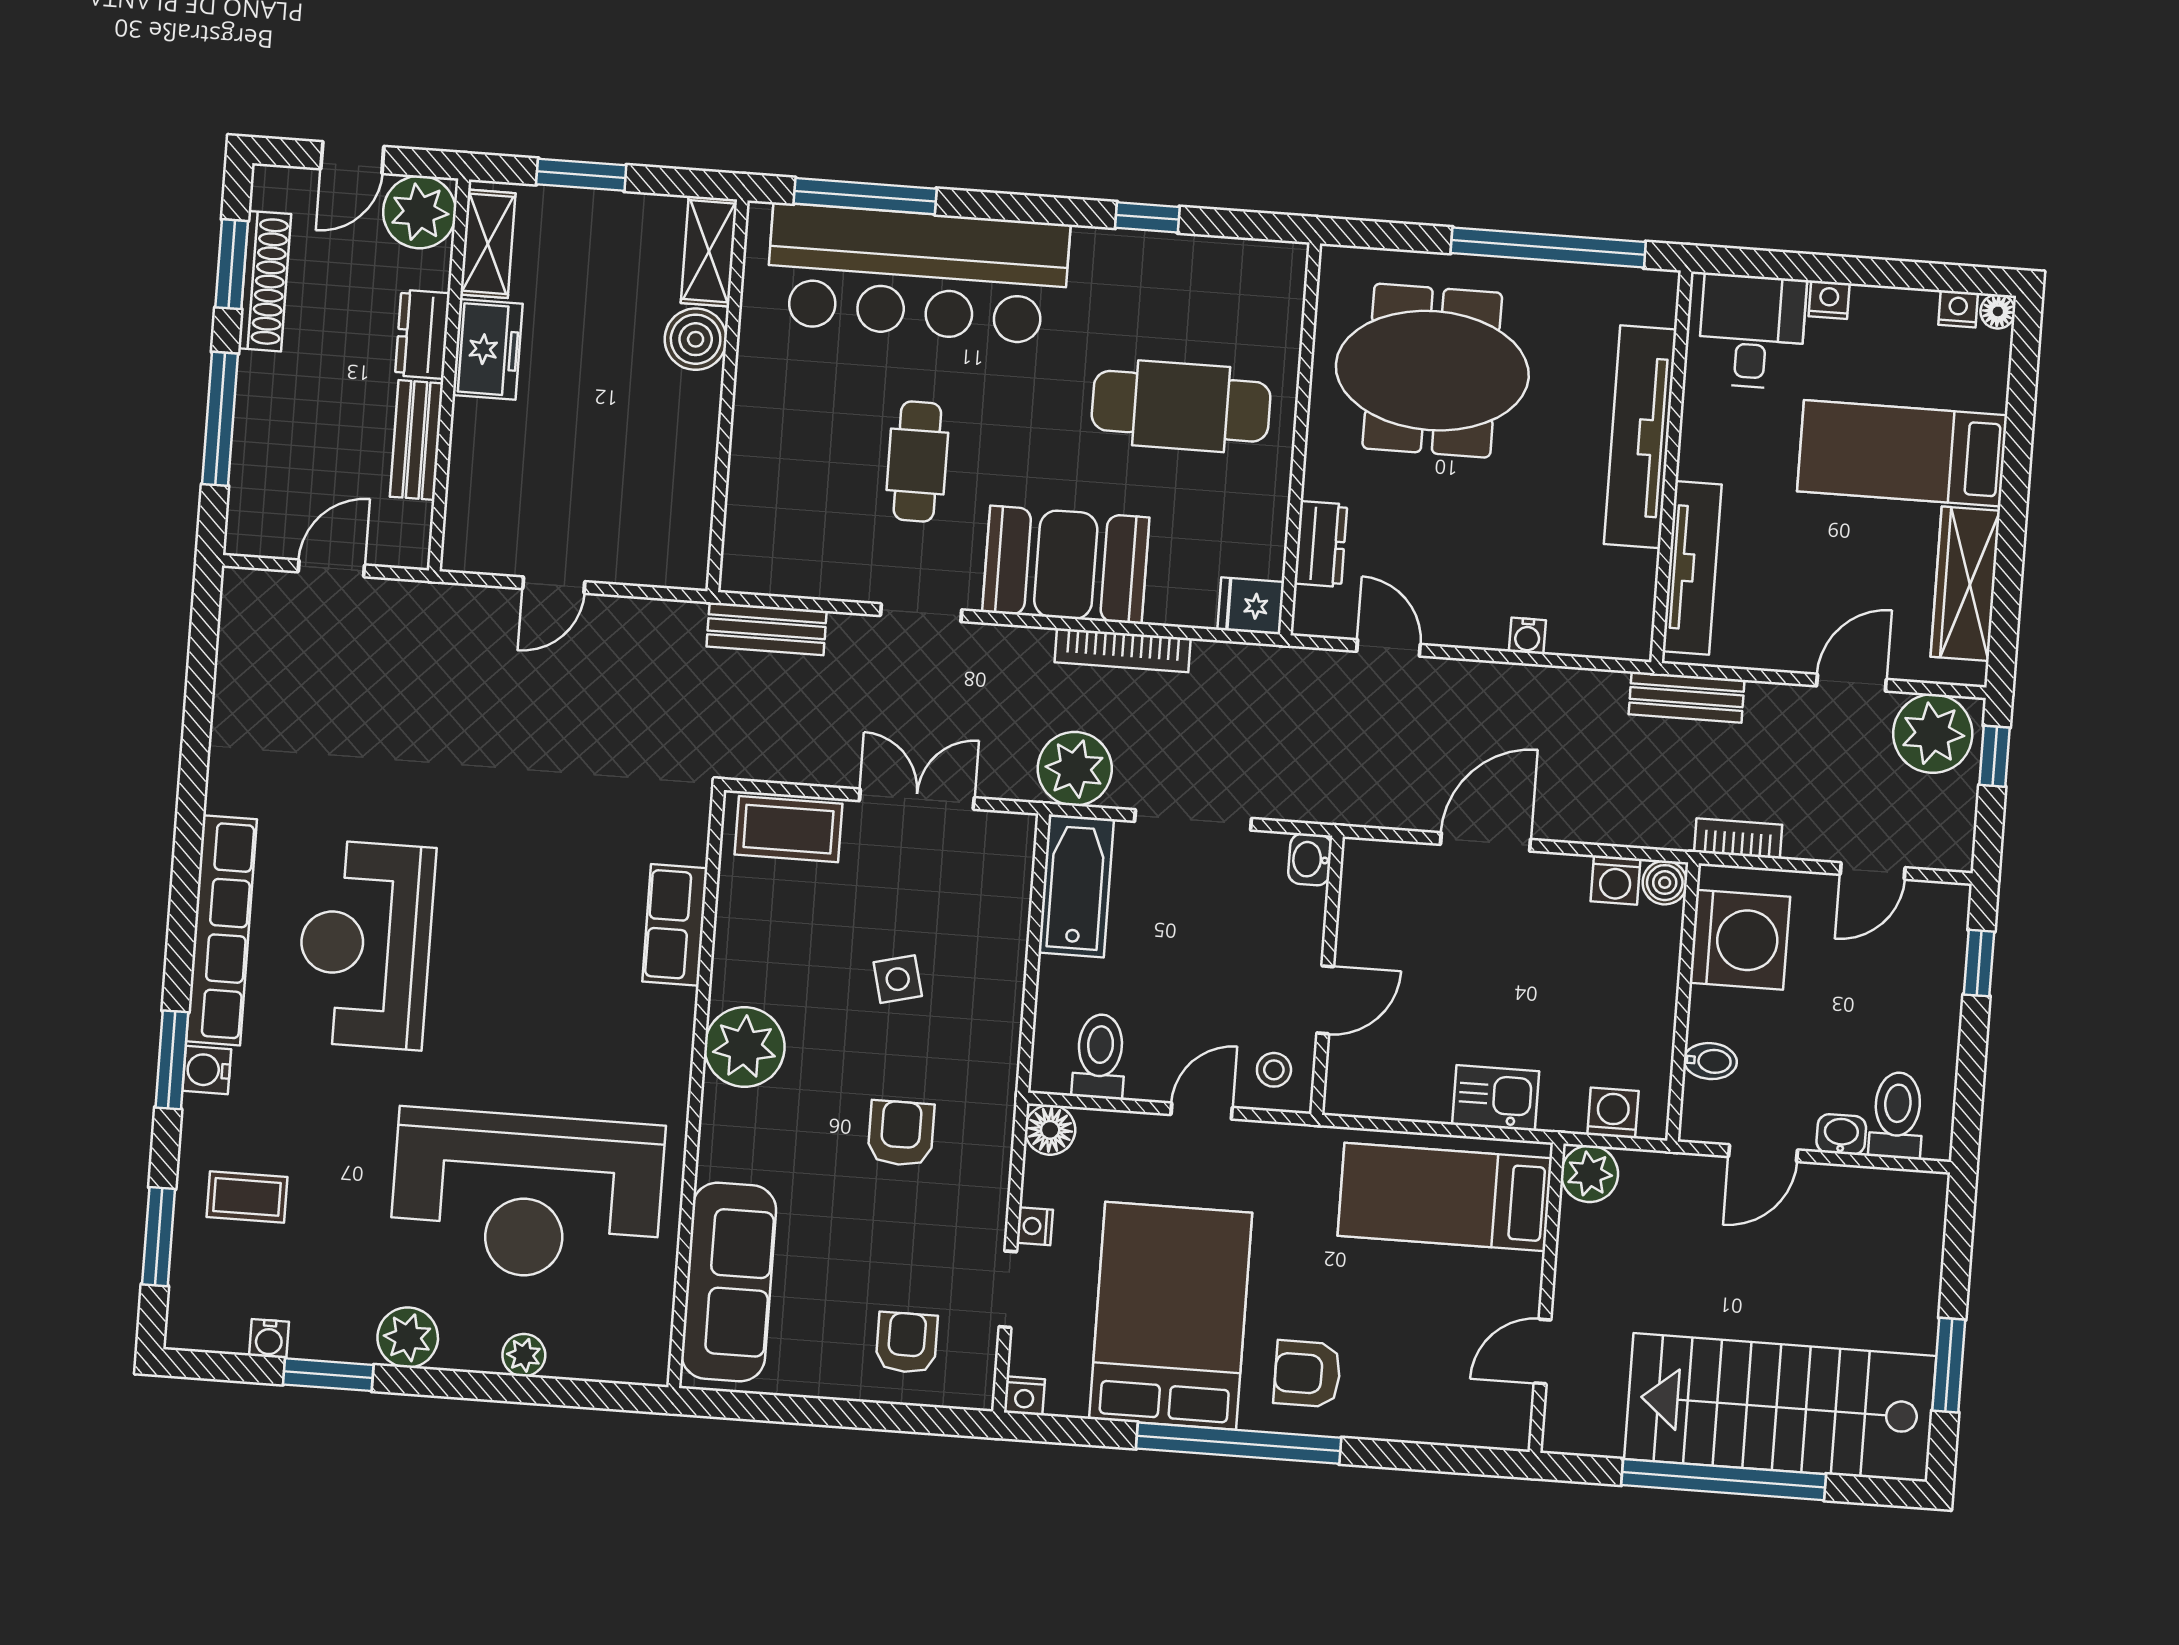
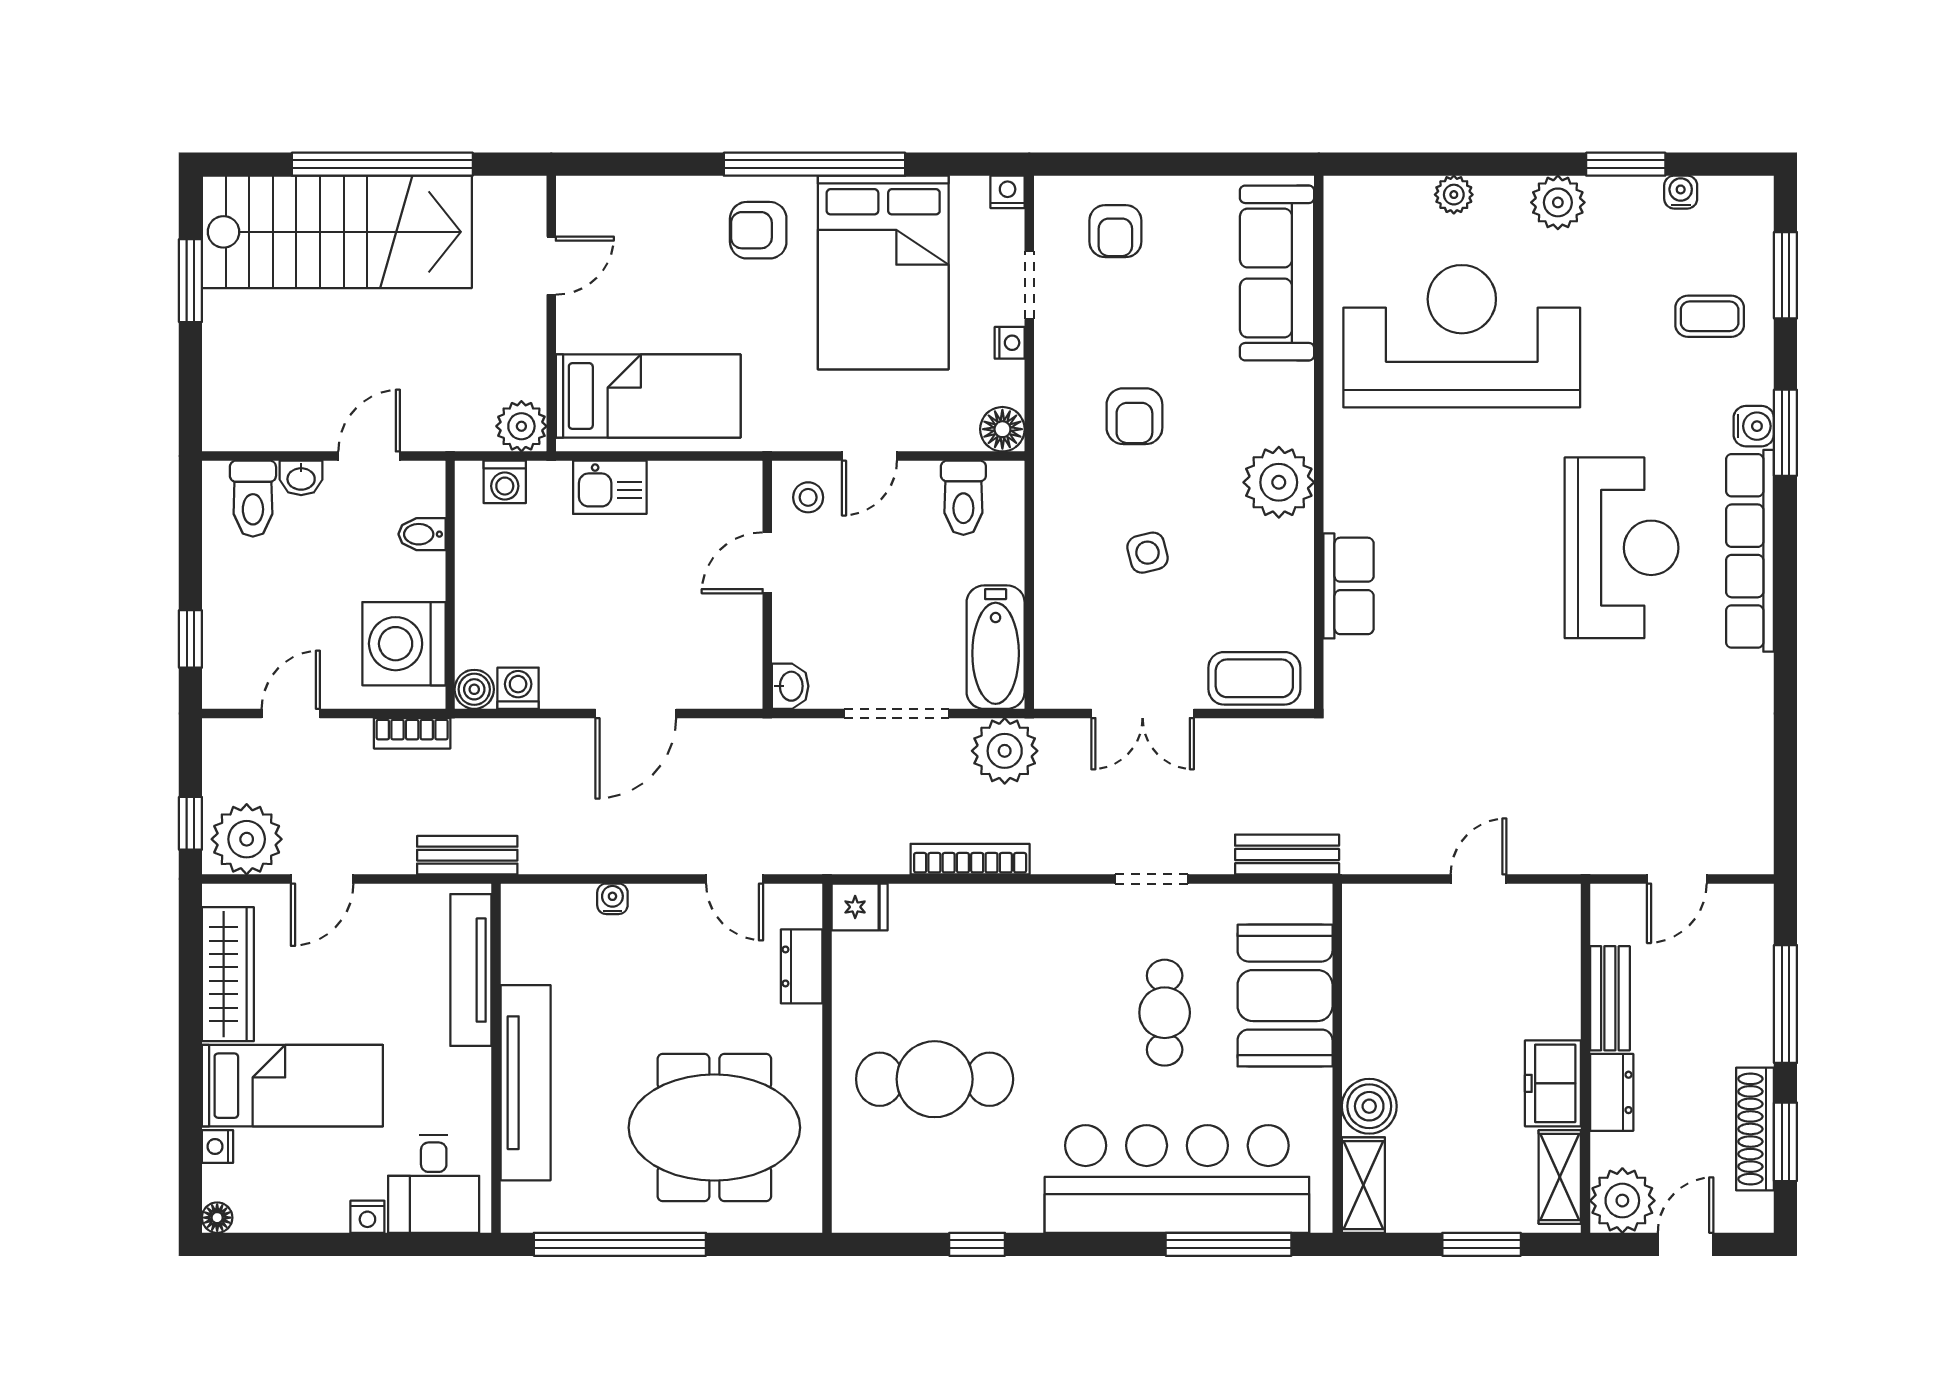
nightstand: (1958, 309) -> (217, 1146), moved, turned 90
booth: (1066, 565) -> (1285, 996), moved, turned 90
armchair: (1307, 1374) -> (758, 230), turned 180

